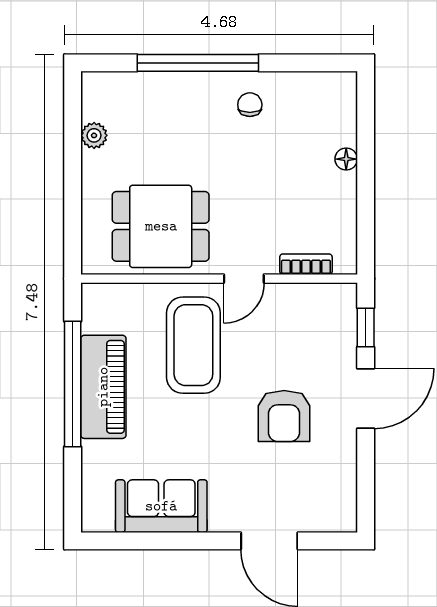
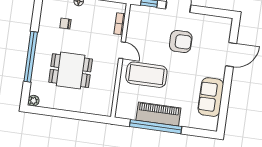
chair: (250, 105) -> (65, 24), moved
plant: (94, 135) -> (34, 101), moved
dining table: (161, 226) -> (71, 71), moved, turned 90

